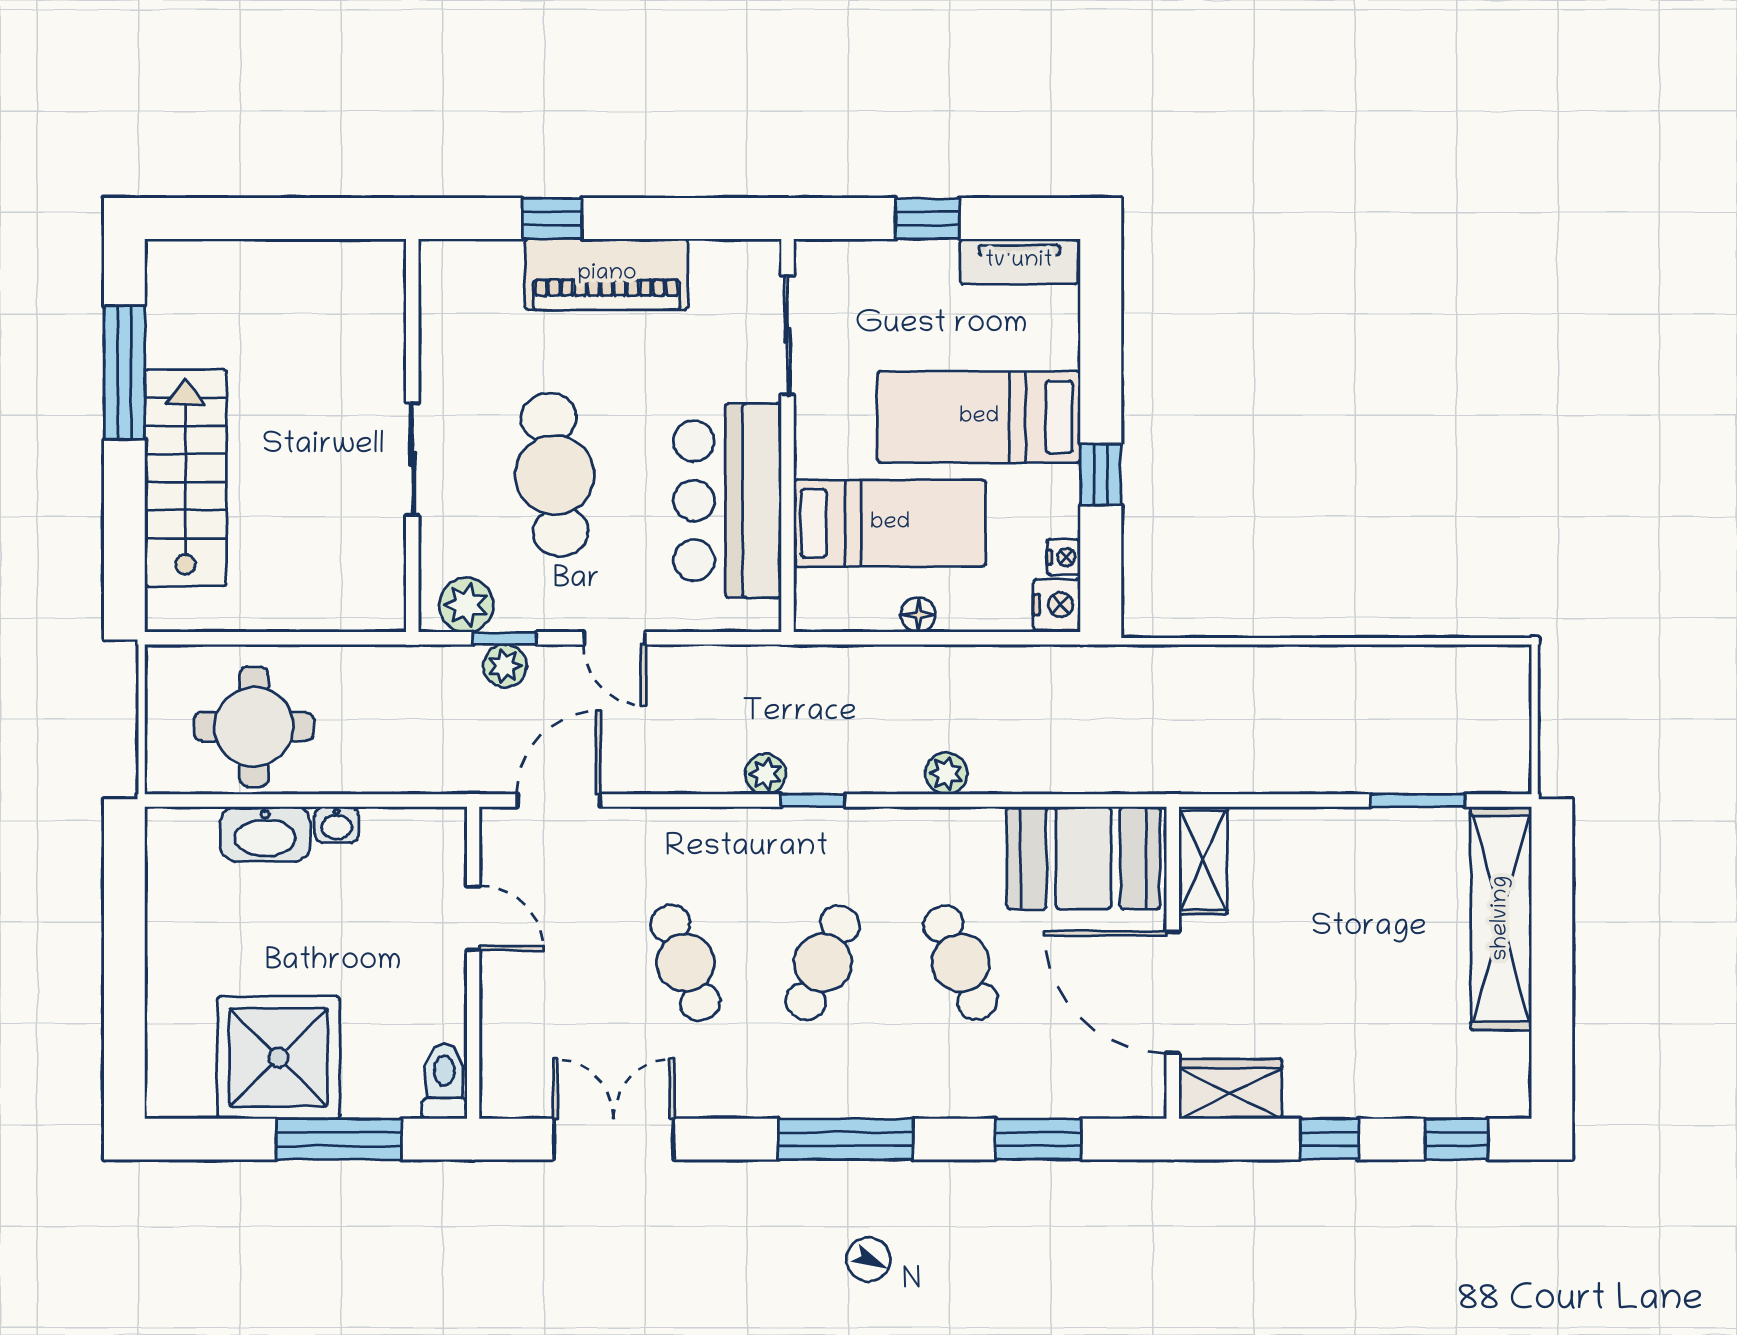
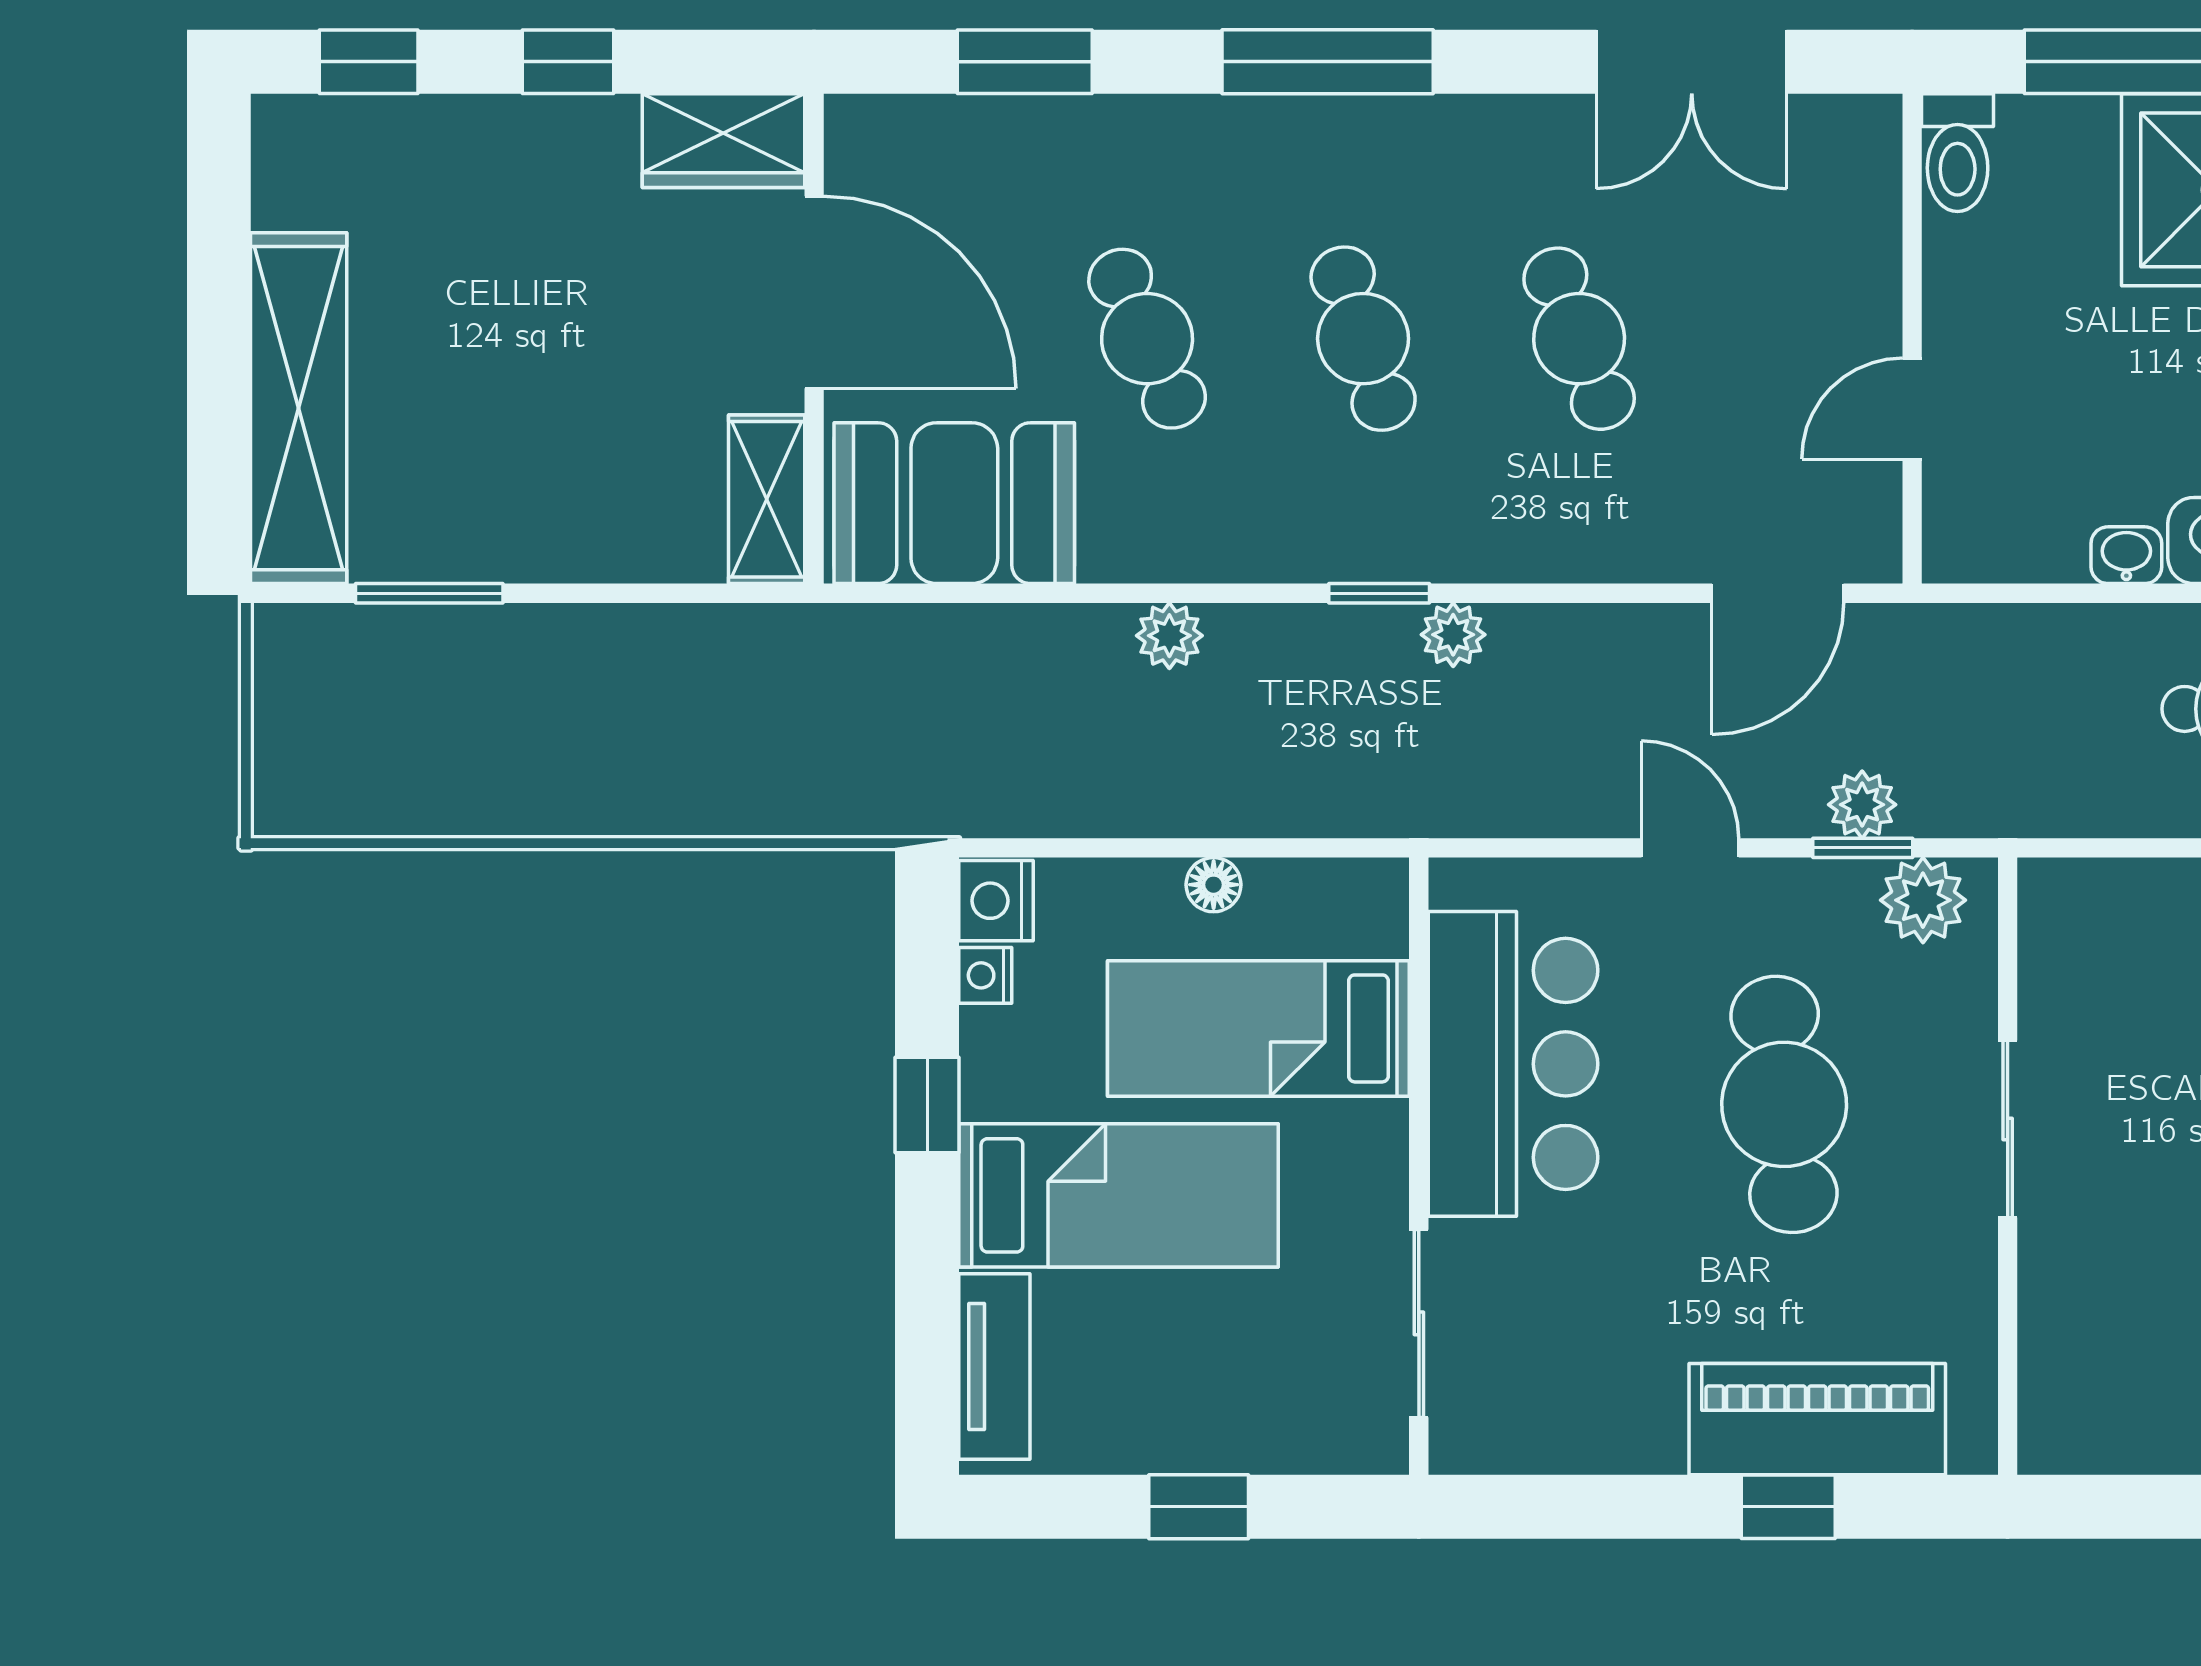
tv unit: (1019, 261) -> (994, 1366), moved, turned 90
piano: (607, 274) -> (1817, 1419), moved
door: (473, 918) -> (1912, 409), hinge flipped
cafe table: (823, 963) -> (1363, 339), turned -42

